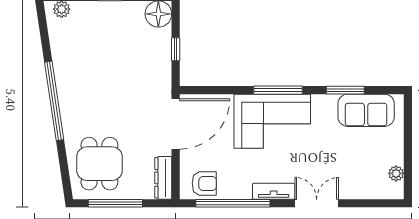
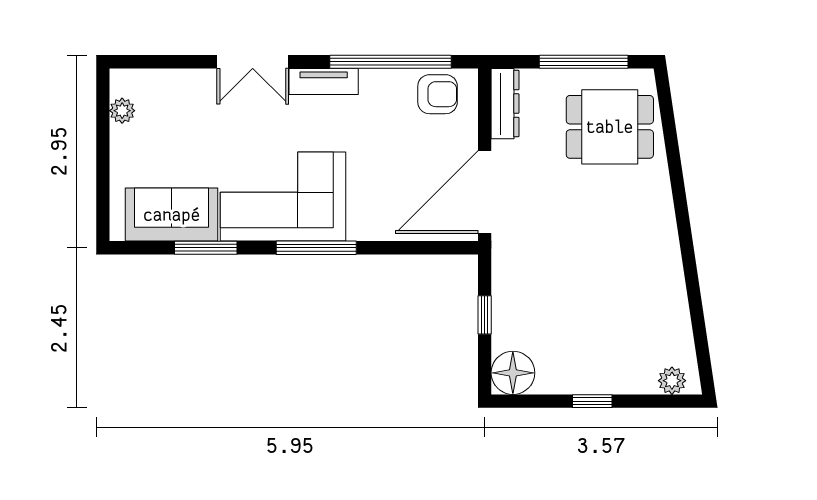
window: (54, 101) -> (684, 230), removed
corner sofa: (272, 121) -> (283, 197), moved
dining table: (99, 164) -> (610, 127), turned 90
armchair: (204, 183) -> (438, 94), turned 180

